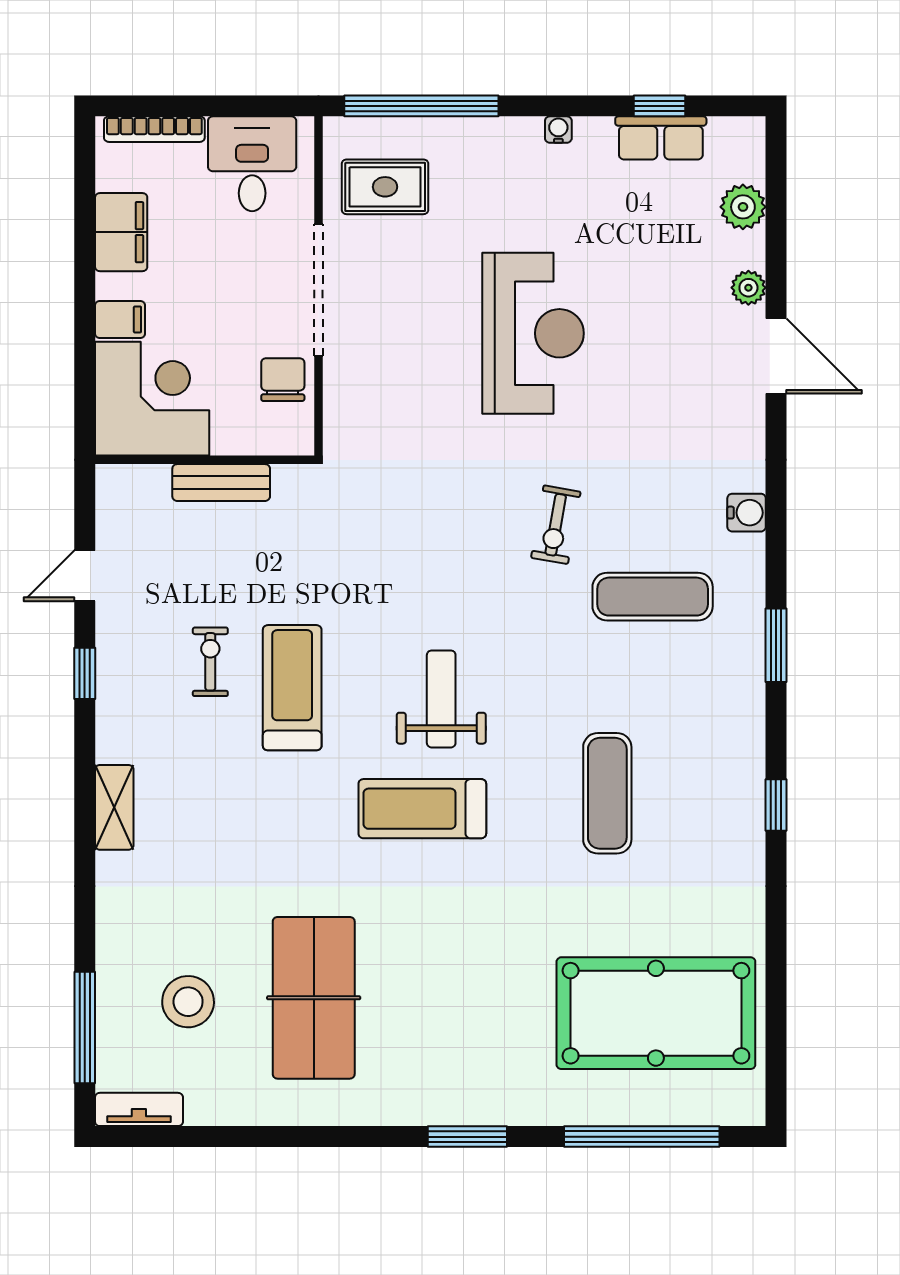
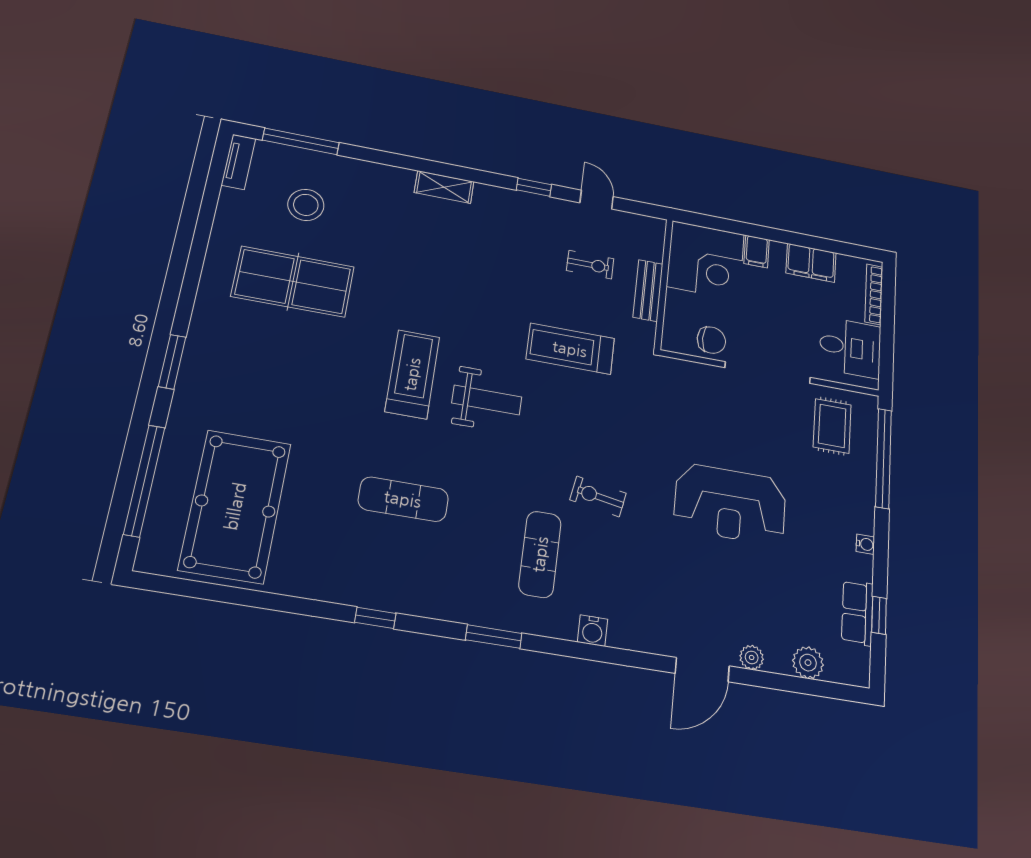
exercise bike: (210, 662) -> (590, 265), moved
treadmill: (292, 688) -> (570, 349), moved, turned 180

